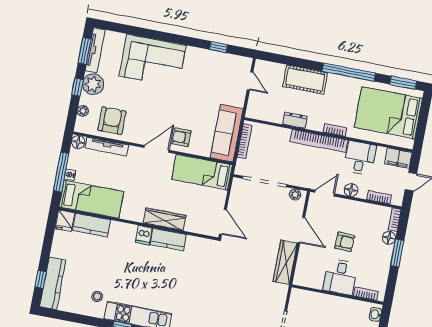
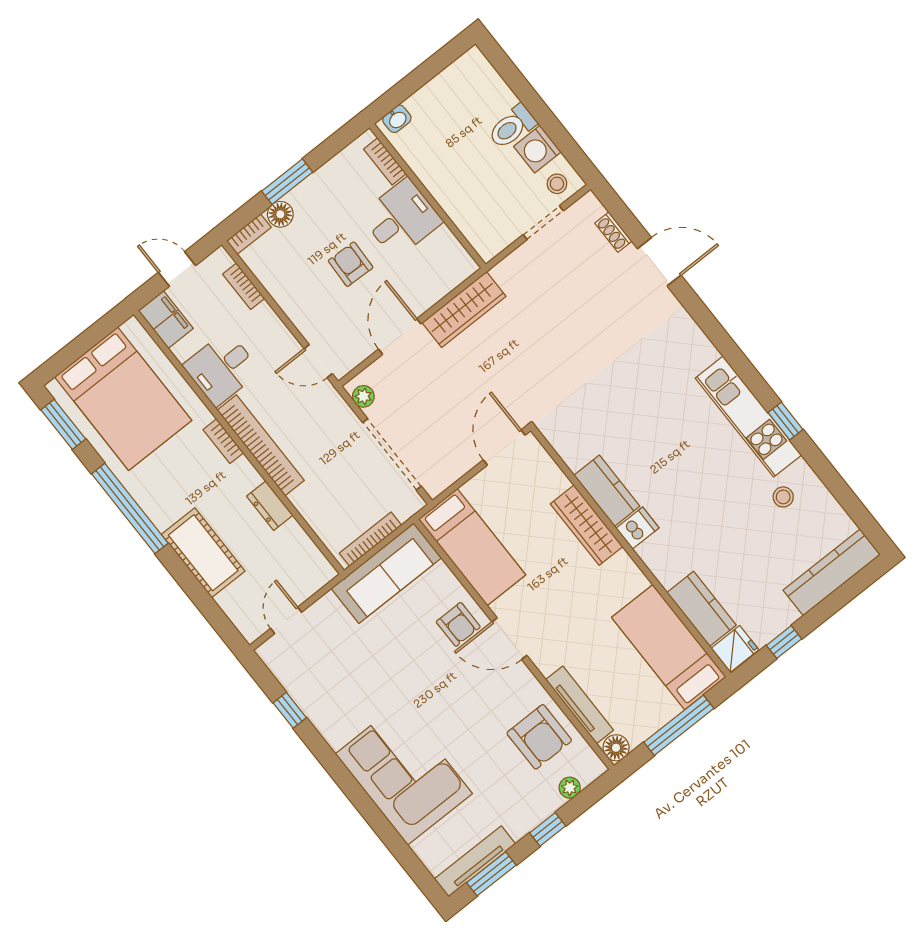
plant: (93, 84) -> (521, 814), removed
armchair: (112, 121) -> (539, 737), turned -90
nightstand: (70, 175) -> (669, 710), removed
floor lamp: (351, 190) -> (275, 333), removed
window: (40, 279) -> (784, 642), moved

